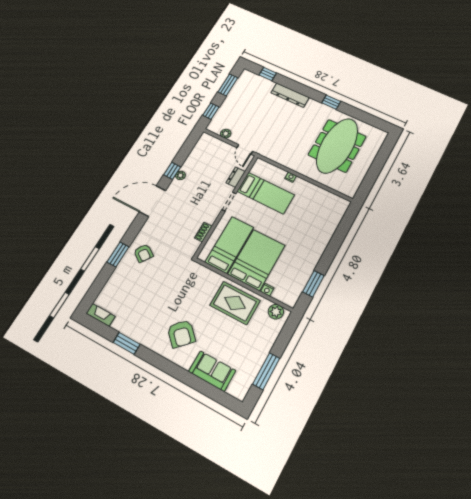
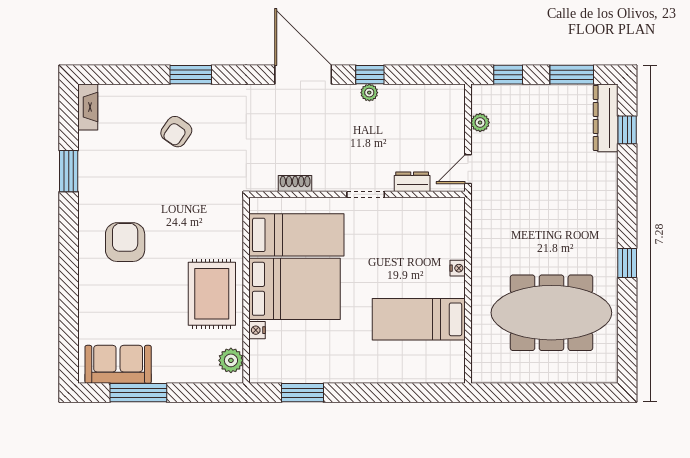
dresser: (290, 95) -> (606, 118), moved
bed: (266, 193) -> (419, 319), moved, turned 90
armchair: (143, 253) -> (176, 132), moved
armchair: (181, 334) -> (125, 242), turned 136
sofa: (212, 371) -> (118, 364), moved, turned -90

